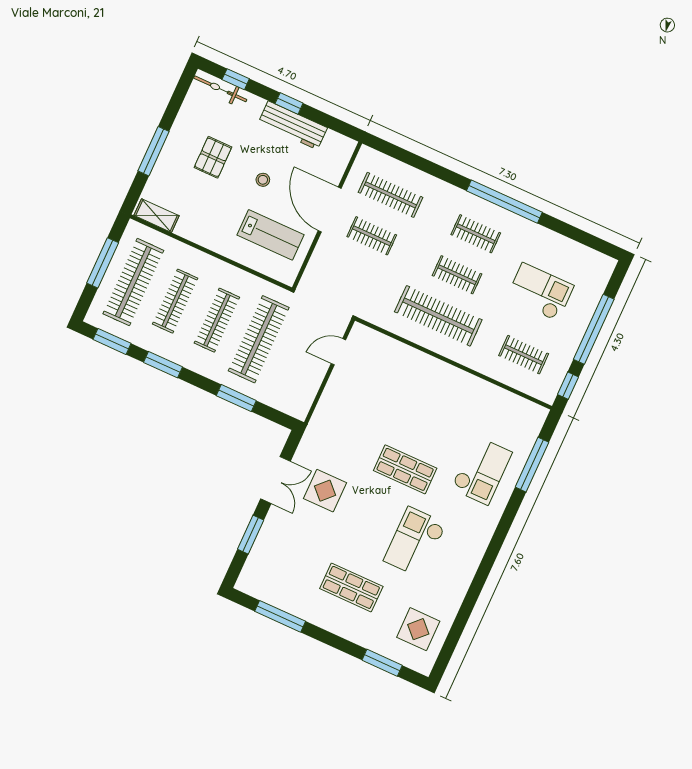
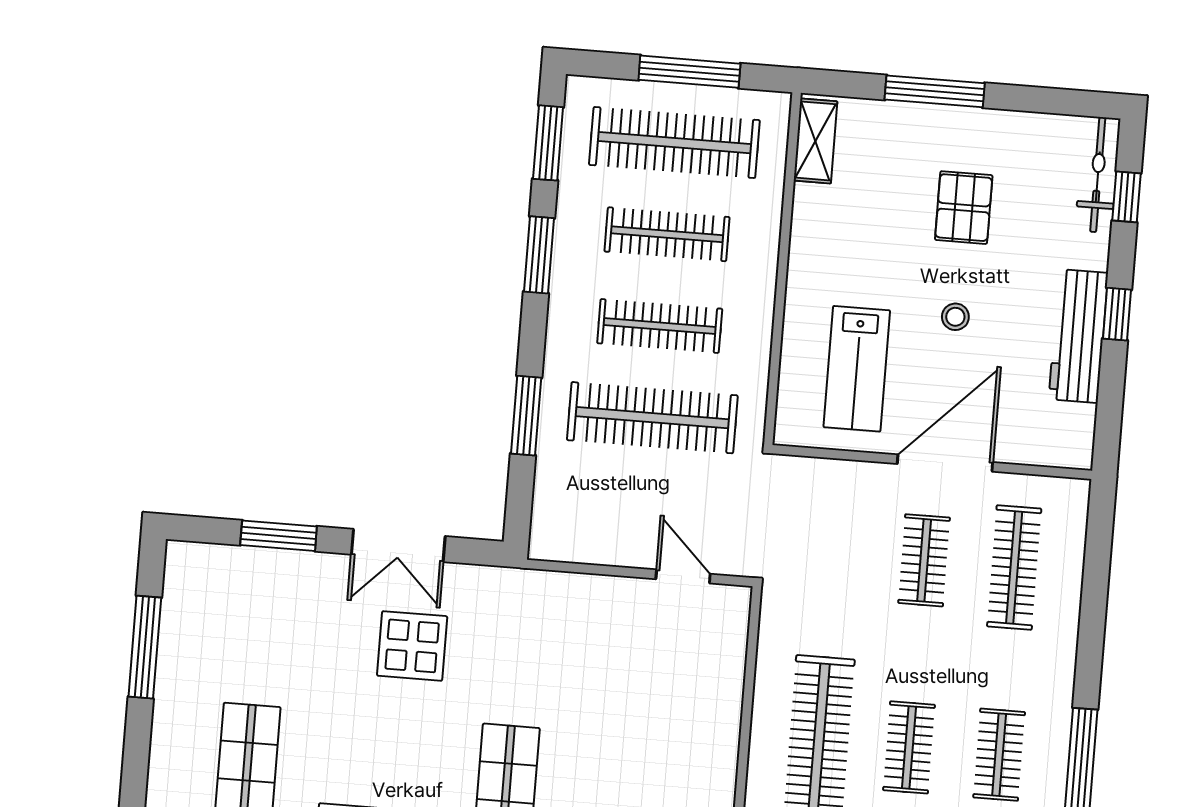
pallet: (213, 157) -> (964, 208), turned 90

